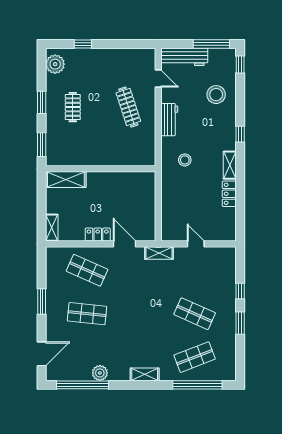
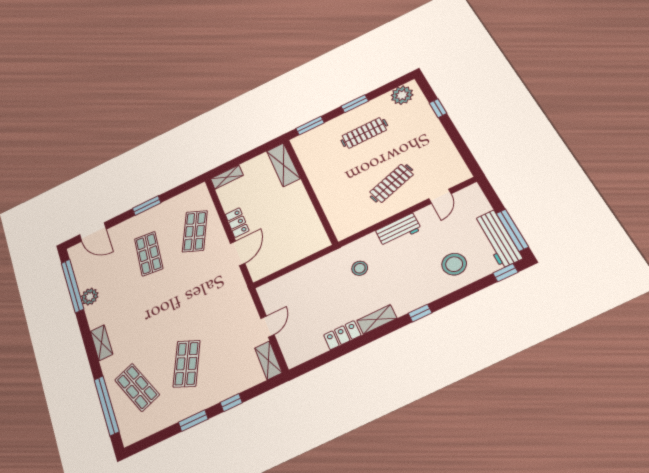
workbench: (184, 57) -> (498, 239), moved
clothes rail: (73, 107) -> (364, 133), width x1.36
shelving: (159, 253) -> (268, 360), moved

